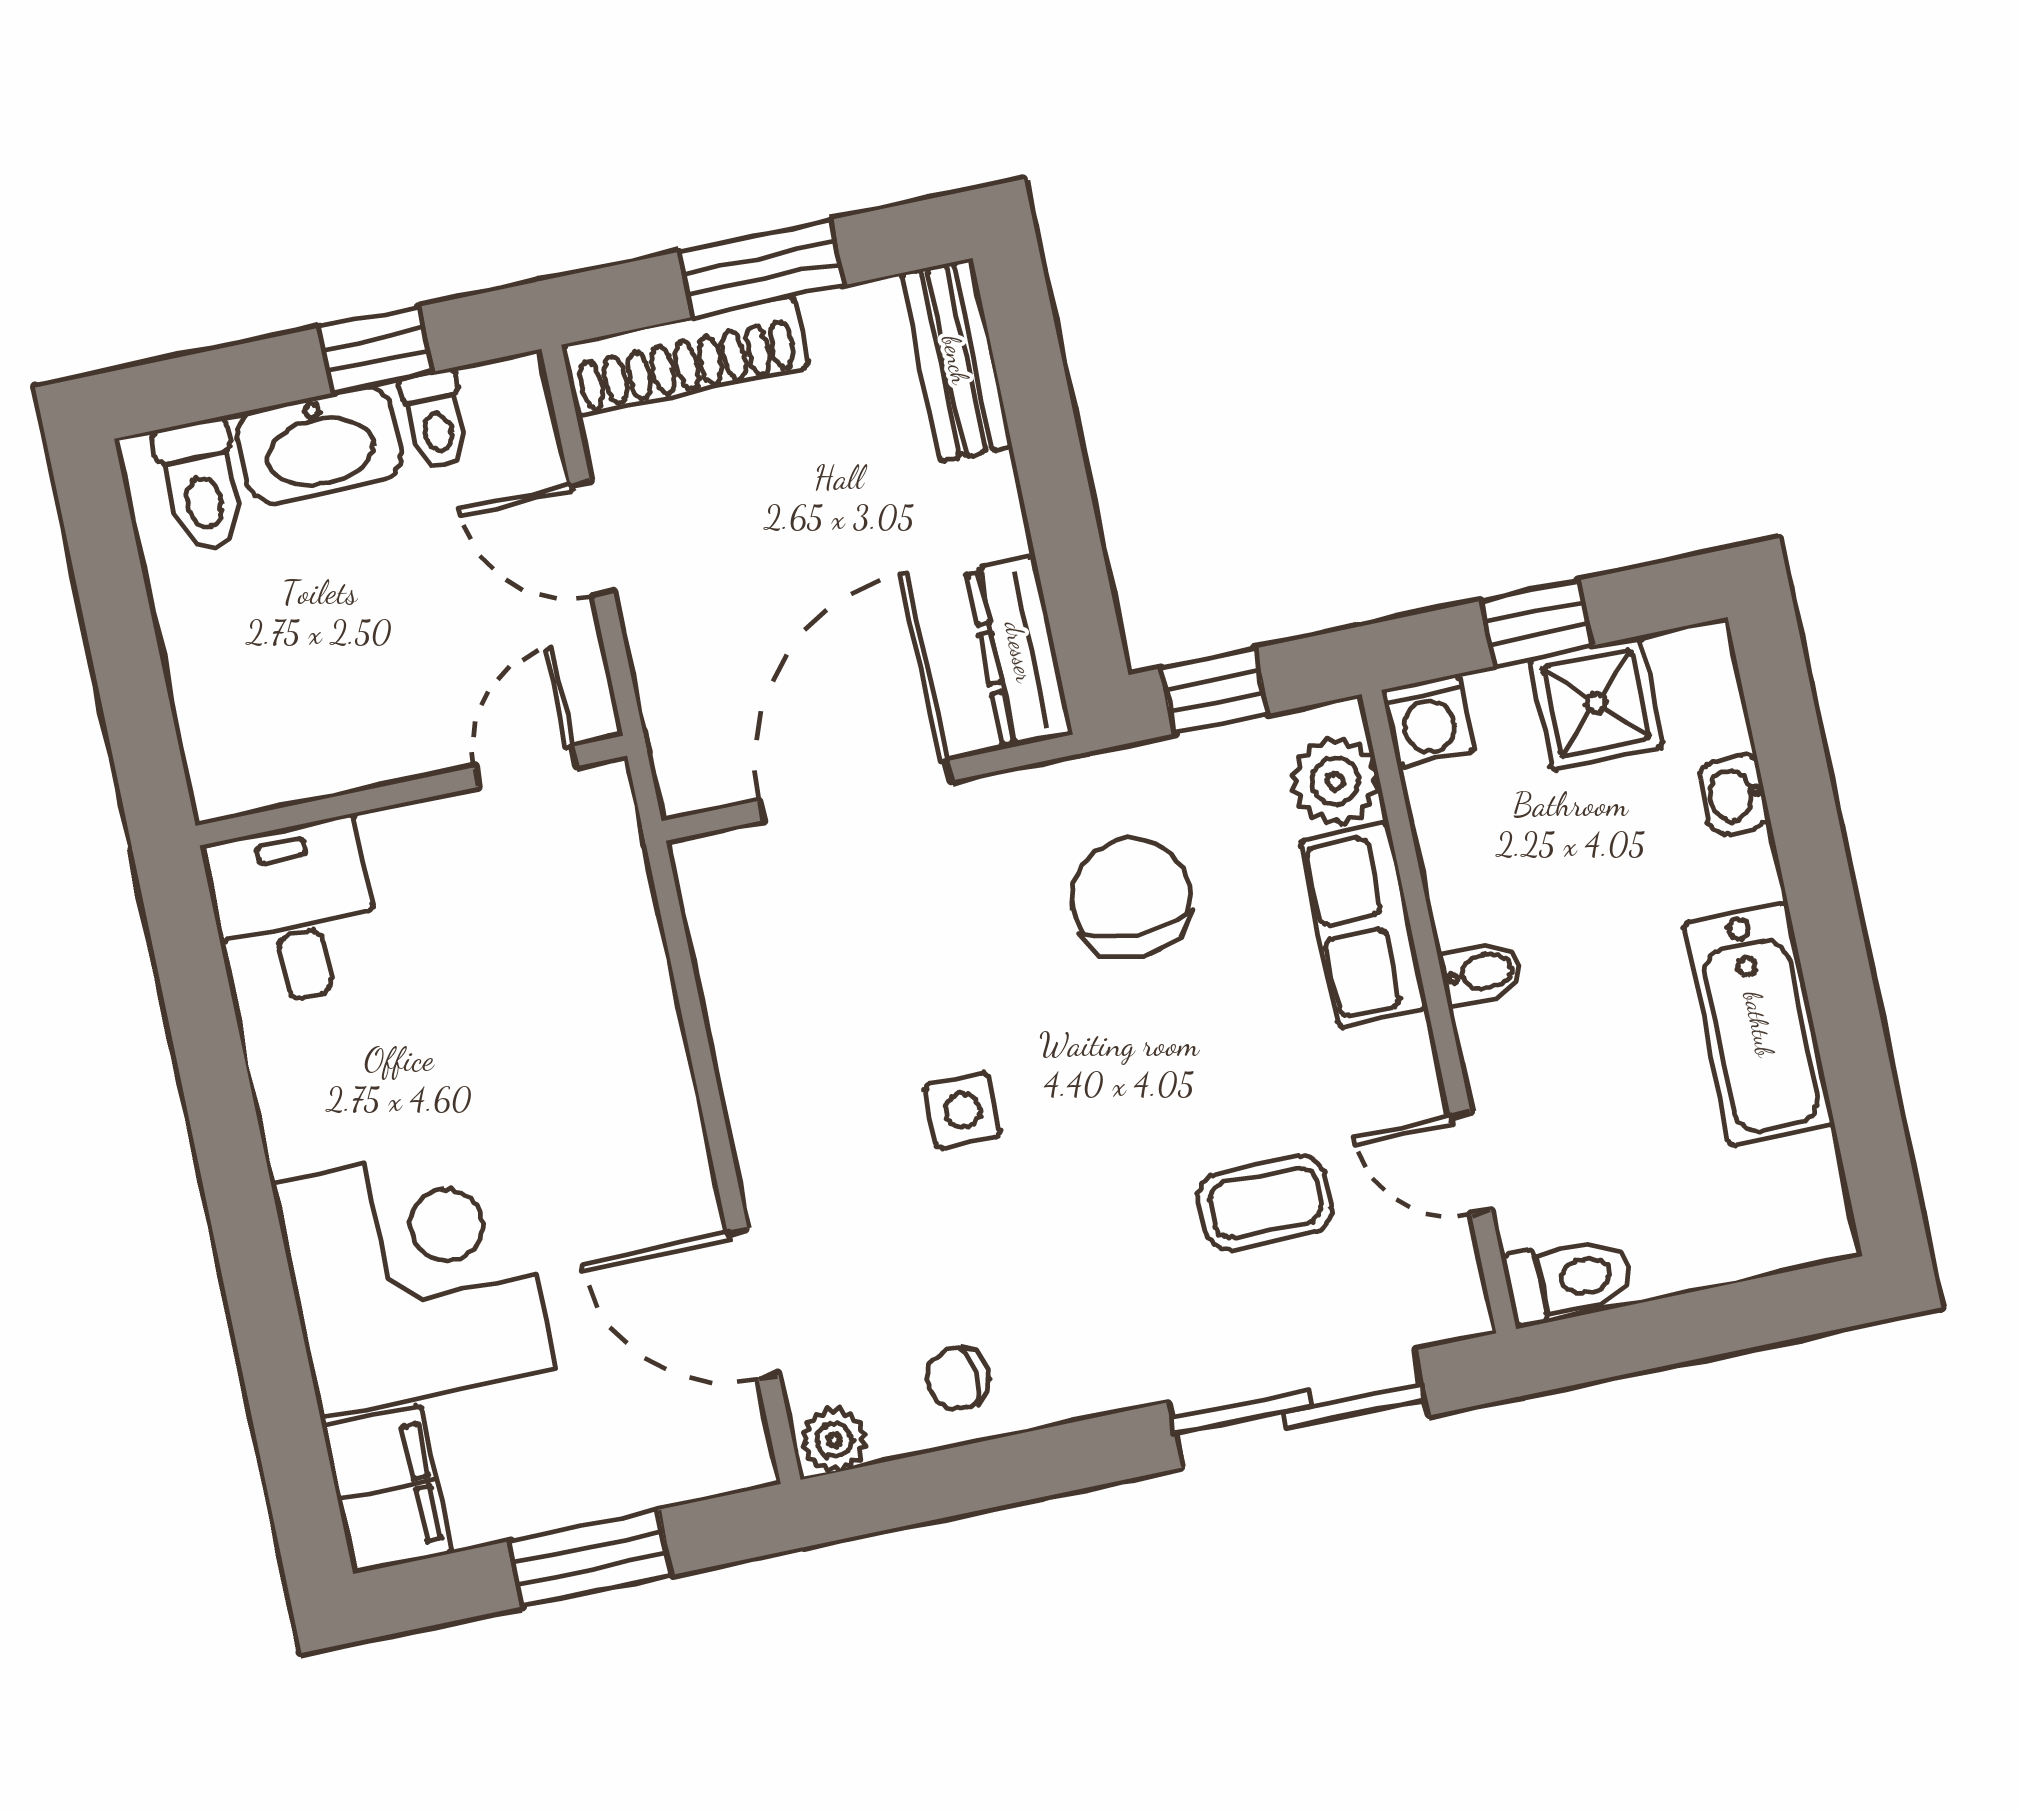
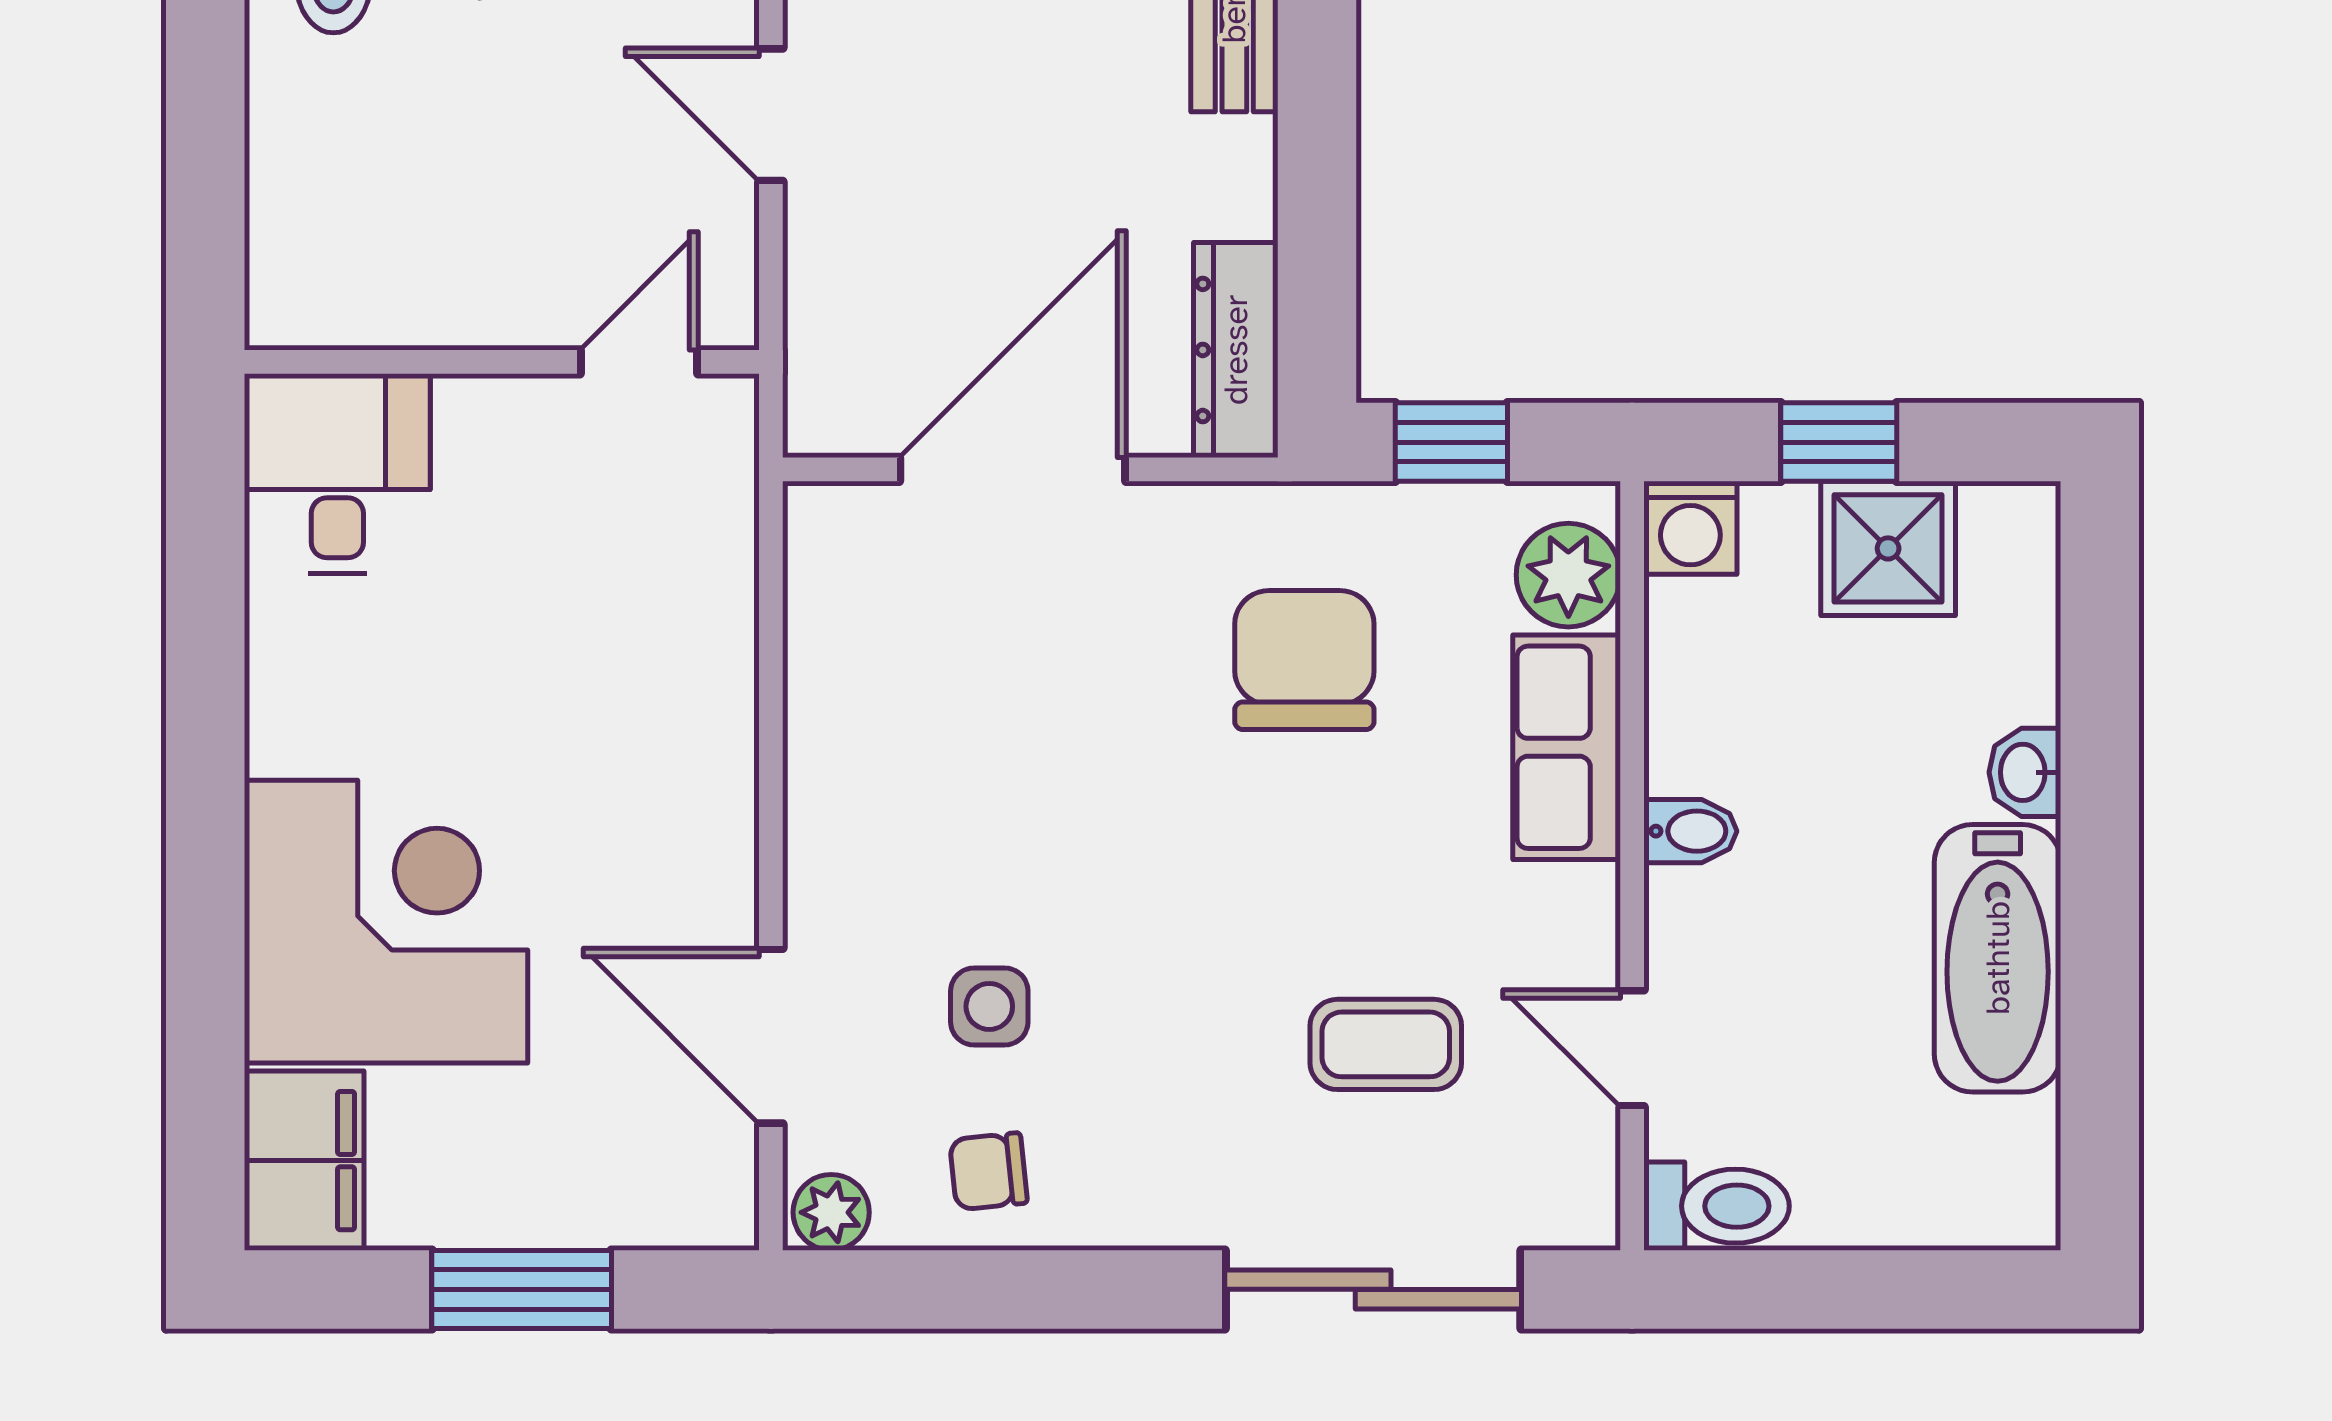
washbasin: (1734, 795) -> (2025, 772), moved
side table: (963, 1111) -> (989, 1006), moved

